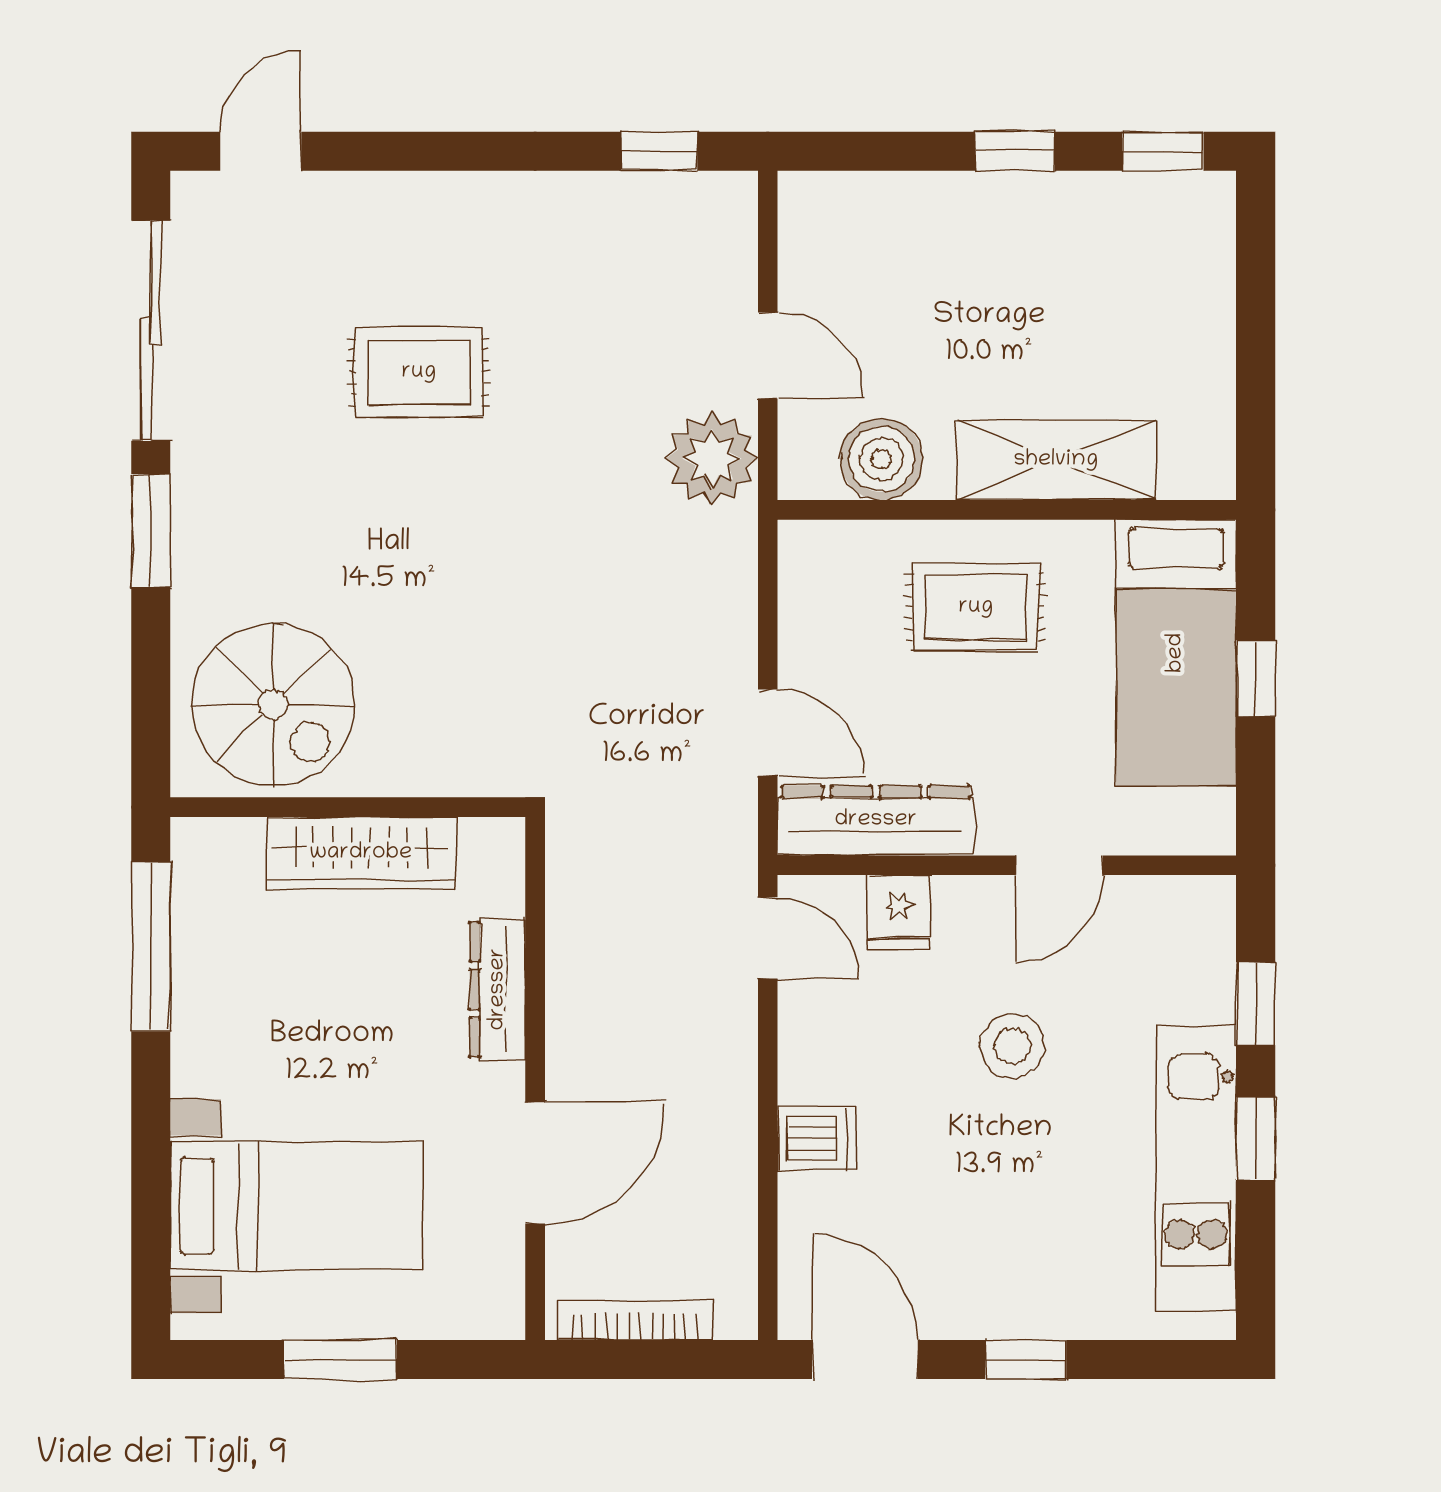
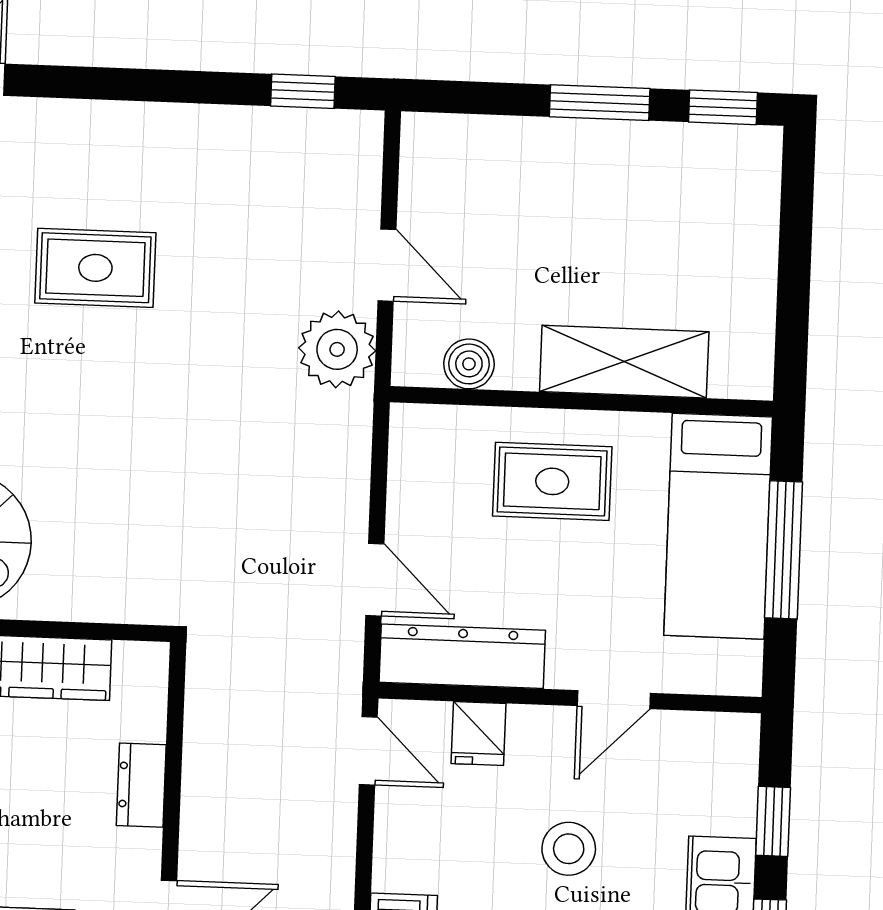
window: (1015, 151) -> (600, 103), width x1.50
boiler: (881, 459) -> (469, 364), width x0.73, depth x0.73
window: (1256, 678) -> (784, 550), width x2.17
dresser: (498, 989) -> (141, 785), width x0.70

